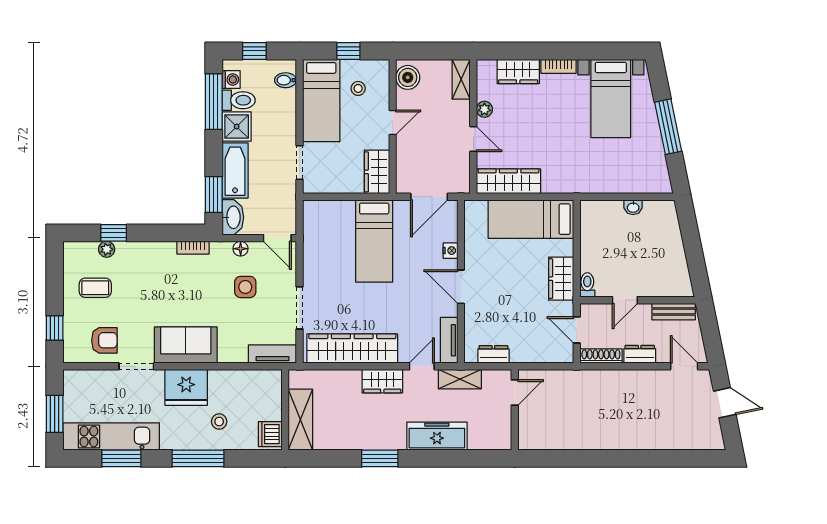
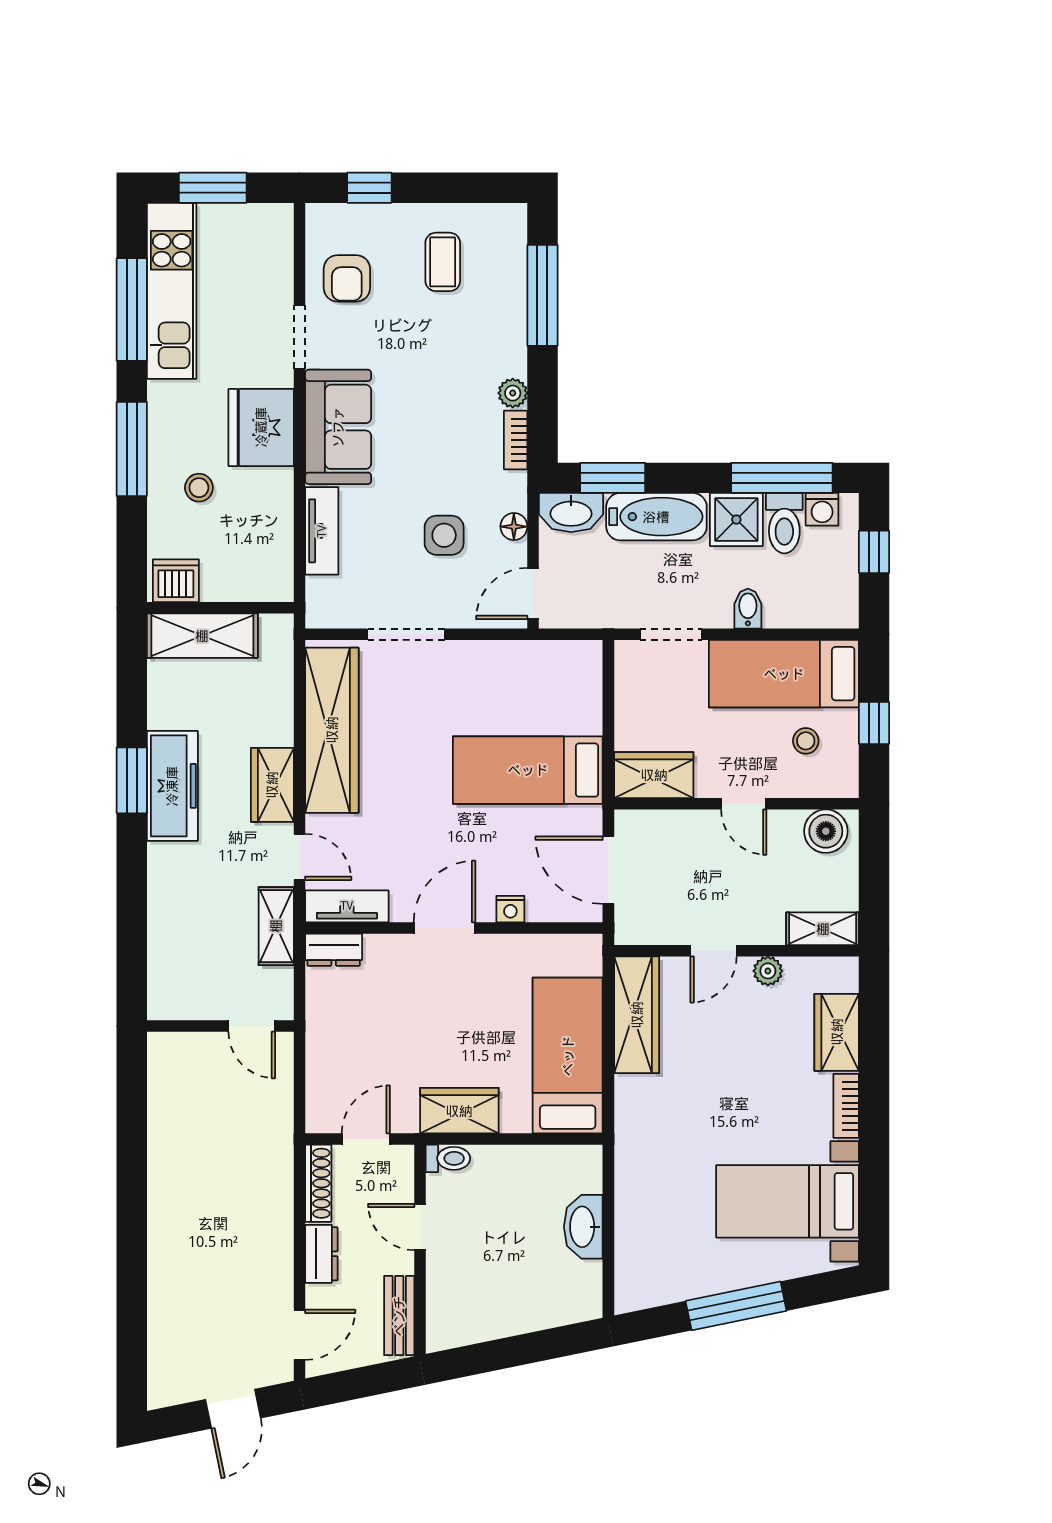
bidet: (286, 80) -> (748, 609), moved
washbasin: (633, 207) -> (583, 1227), width x1.91, depth x1.45
window: (114, 233) -> (542, 295), width x2.17
plant: (107, 249) -> (513, 393), moved
tv unit: (272, 354) -> (322, 531), moved
dresser: (493, 354) -> (334, 950), moved, turned 90
freezer: (437, 436) -> (172, 786), moved
window: (121, 458) -> (132, 309), width x1.44

